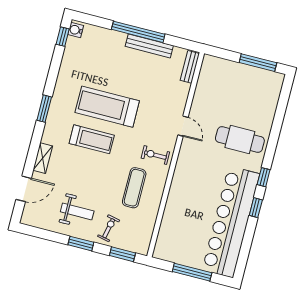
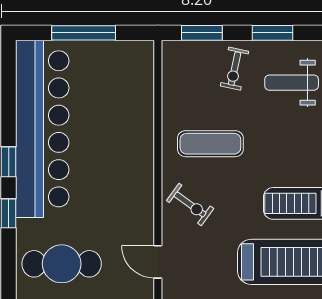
exercise bike: (155, 155) -> (190, 204), turned 36
exercise mat: (134, 188) -> (210, 144), turned 90

